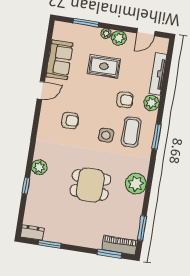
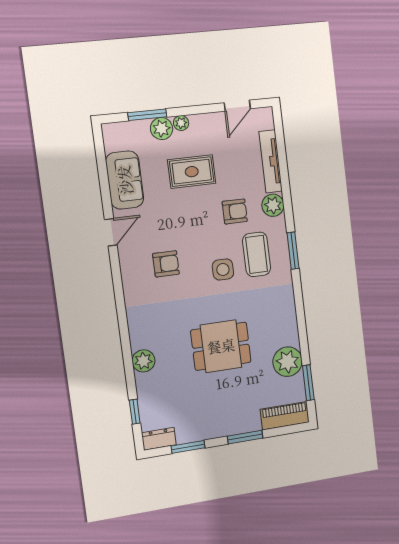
plant: (119, 38) -> (162, 129), moved
plant: (39, 167) -> (143, 361), moved
plant: (136, 184) -> (288, 362), moved
window: (26, 186) -> (135, 412), moved
window: (109, 254) -> (245, 437), moved

